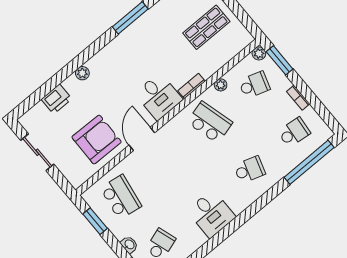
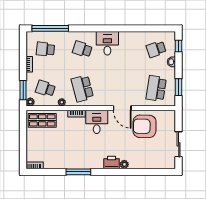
shop shelf: (206, 27) -> (42, 120), moved
printer: (57, 99) -> (111, 162), moved
door: (142, 139) -> (122, 108), hinge flipped
desk: (211, 214) -> (107, 43), moved

